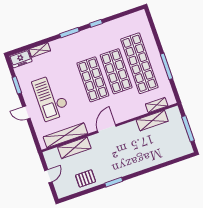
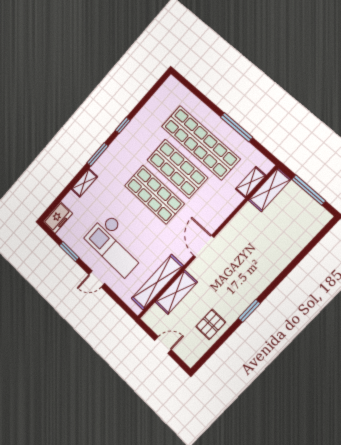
shelving: (40, 50) -> (84, 183), moved
shelving: (152, 120) -> (270, 190), moved
door: (48, 176) -> (163, 345), hinge flipped

